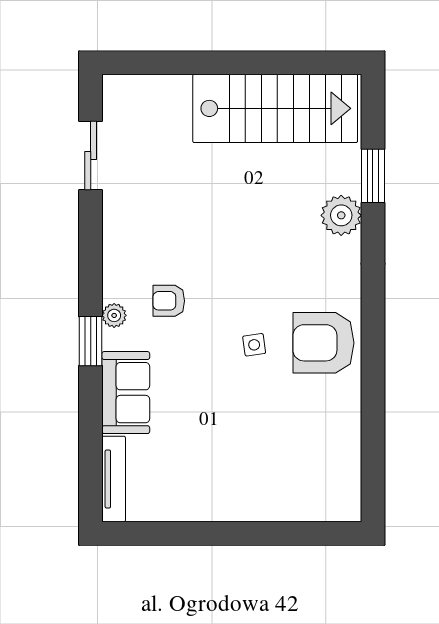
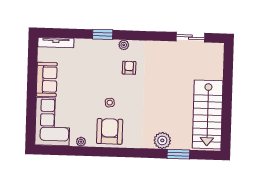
window: (91, 341) -> (103, 34), moved
sofa: (126, 393) -> (47, 79), moved, turned -90
plant: (350, 411) -> (81, 142), added
corner sofa: (304, 481) -> (53, 122), added

